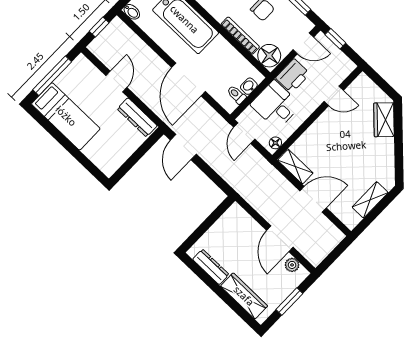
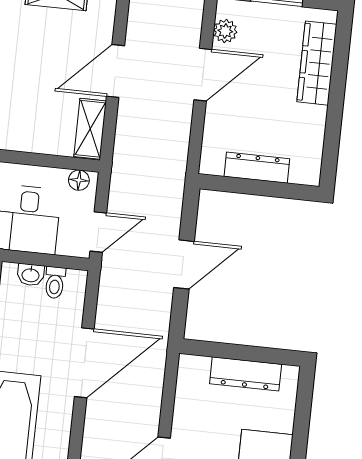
dresser: (137, 117) -> (246, 374), moved, turned 90
door: (183, 147) -> (184, 264), moved
door: (313, 199) -> (115, 71), hinge flipped
dresser: (211, 267) -> (257, 168), moved, turned 90

